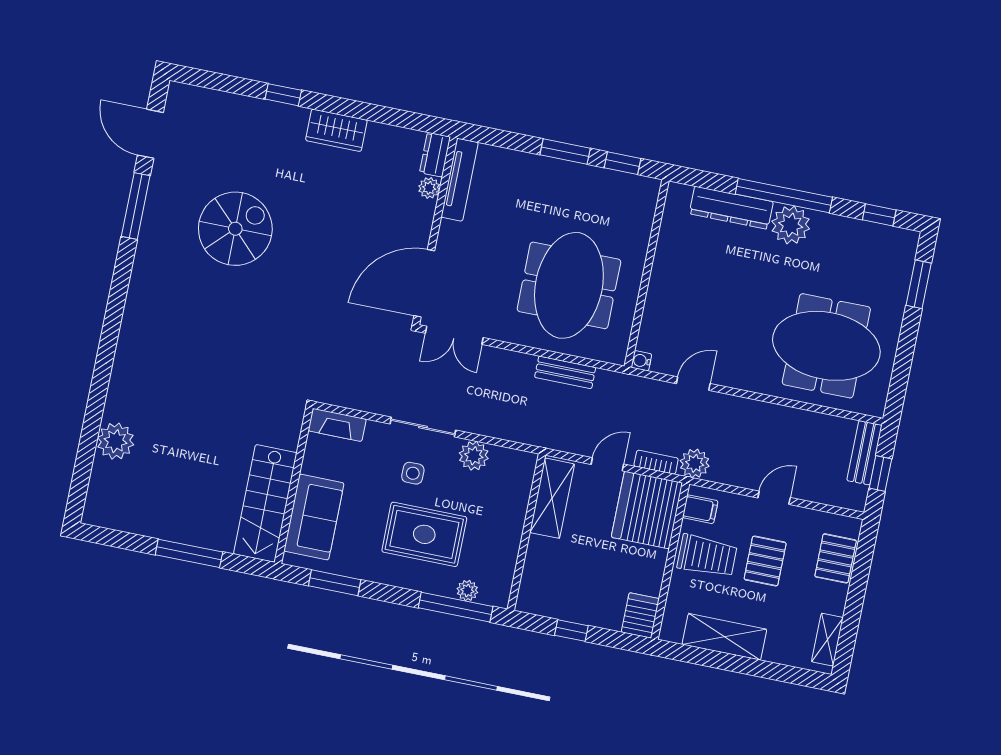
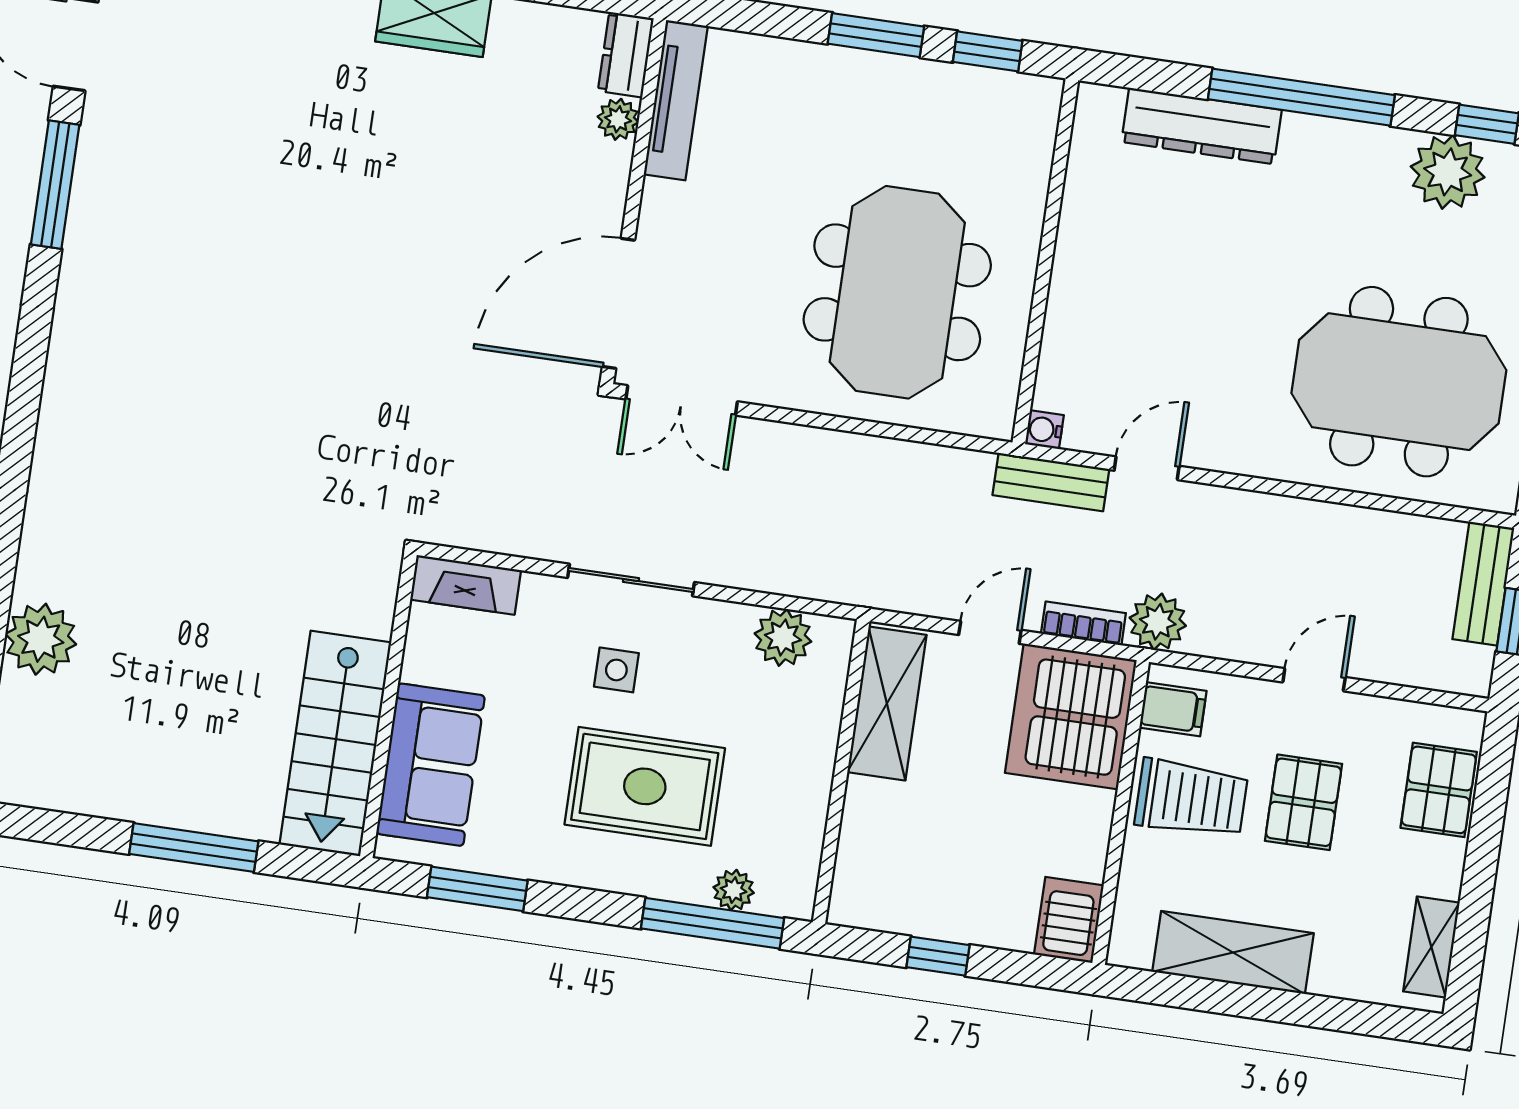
plant: (791, 225) -> (1448, 172), moved
spiral stairs: (235, 229) -> (249, 218), removed
bench: (565, 372) -> (1051, 482), moved
plant: (474, 456) -> (783, 637), moved

